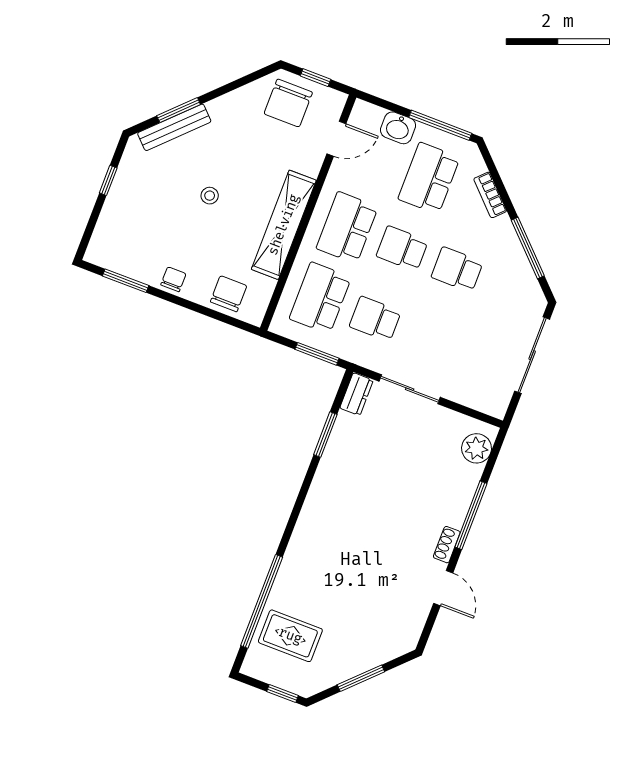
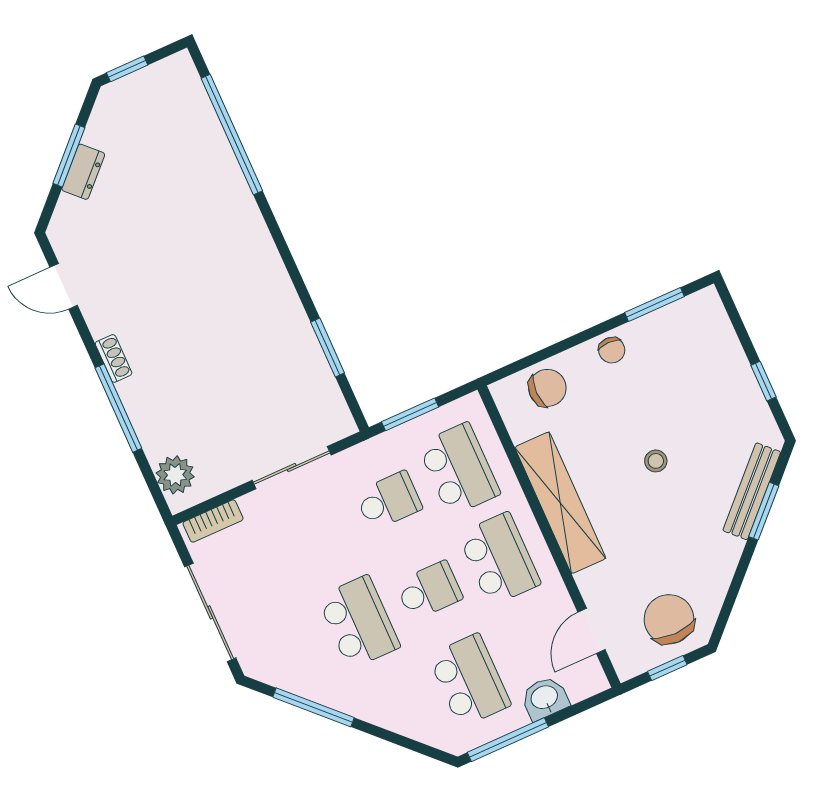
bookcase: (490, 195) -> (213, 521), moved, turned 135
school desk: (457, 270) -> (359, 622), width x1.85
chair: (229, 294) -> (547, 388), turned -90
dresser: (357, 394) -> (83, 172), moved, turned -135
door: (443, 588) -> (64, 286), moved
rug: (290, 636) -> (173, 129), removed

